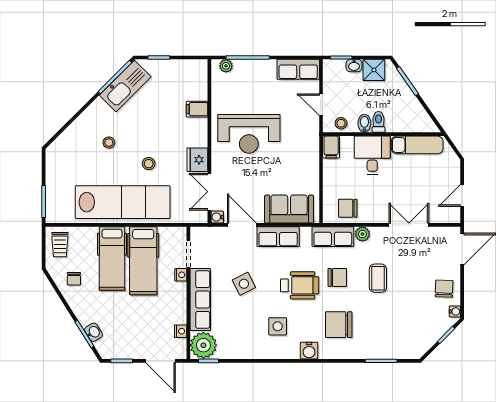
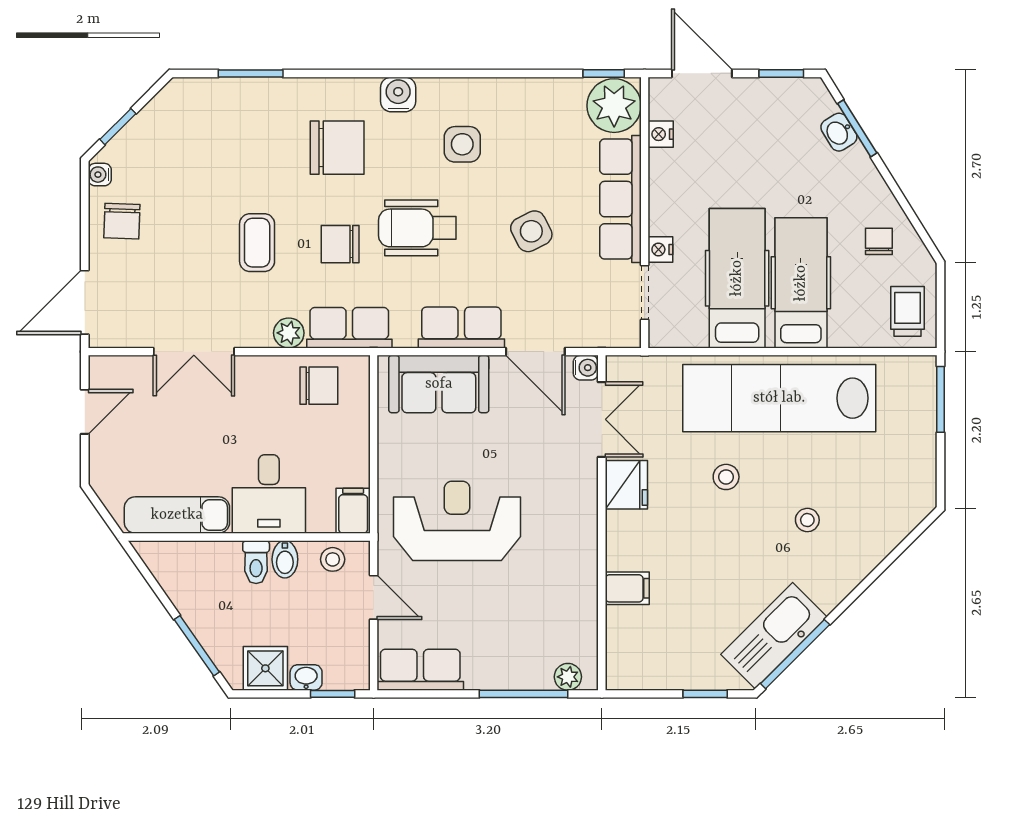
reception desk: (249, 134) -> (457, 521), moved

